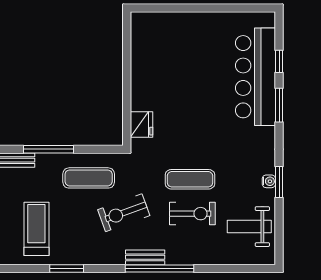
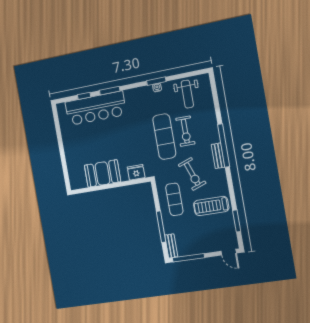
booth: (149, 69) -> (102, 173), added
exercise mat: (190, 179) -> (164, 137), width x1.36, depth x1.45
exercise bike: (192, 214) -> (185, 131), turned 180
treadmill: (36, 229) -> (211, 206), moved
window: (67, 268) -> (237, 221), moved

